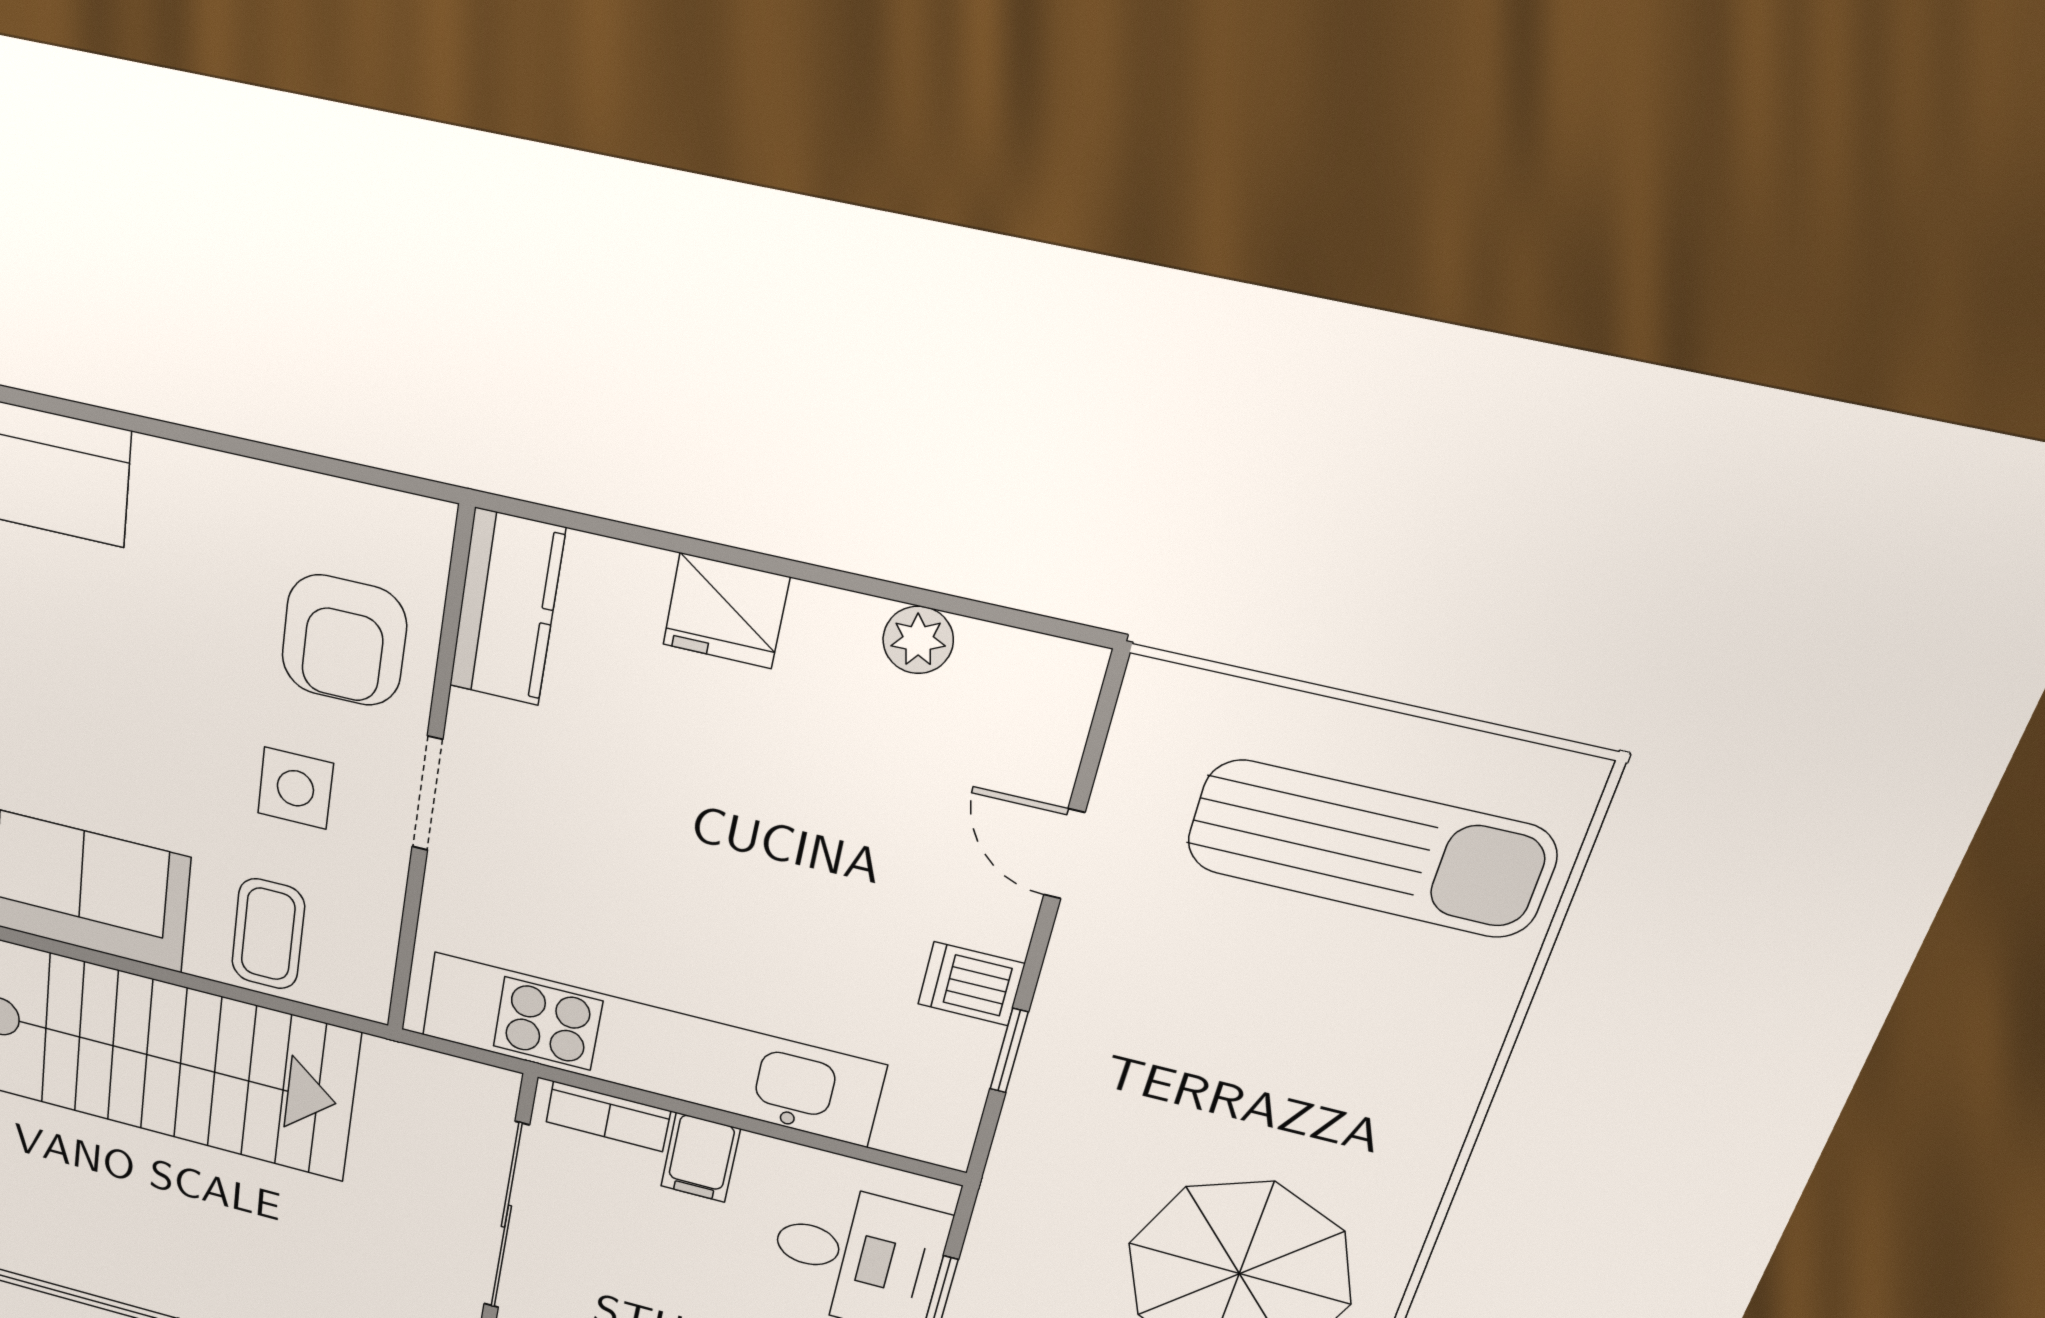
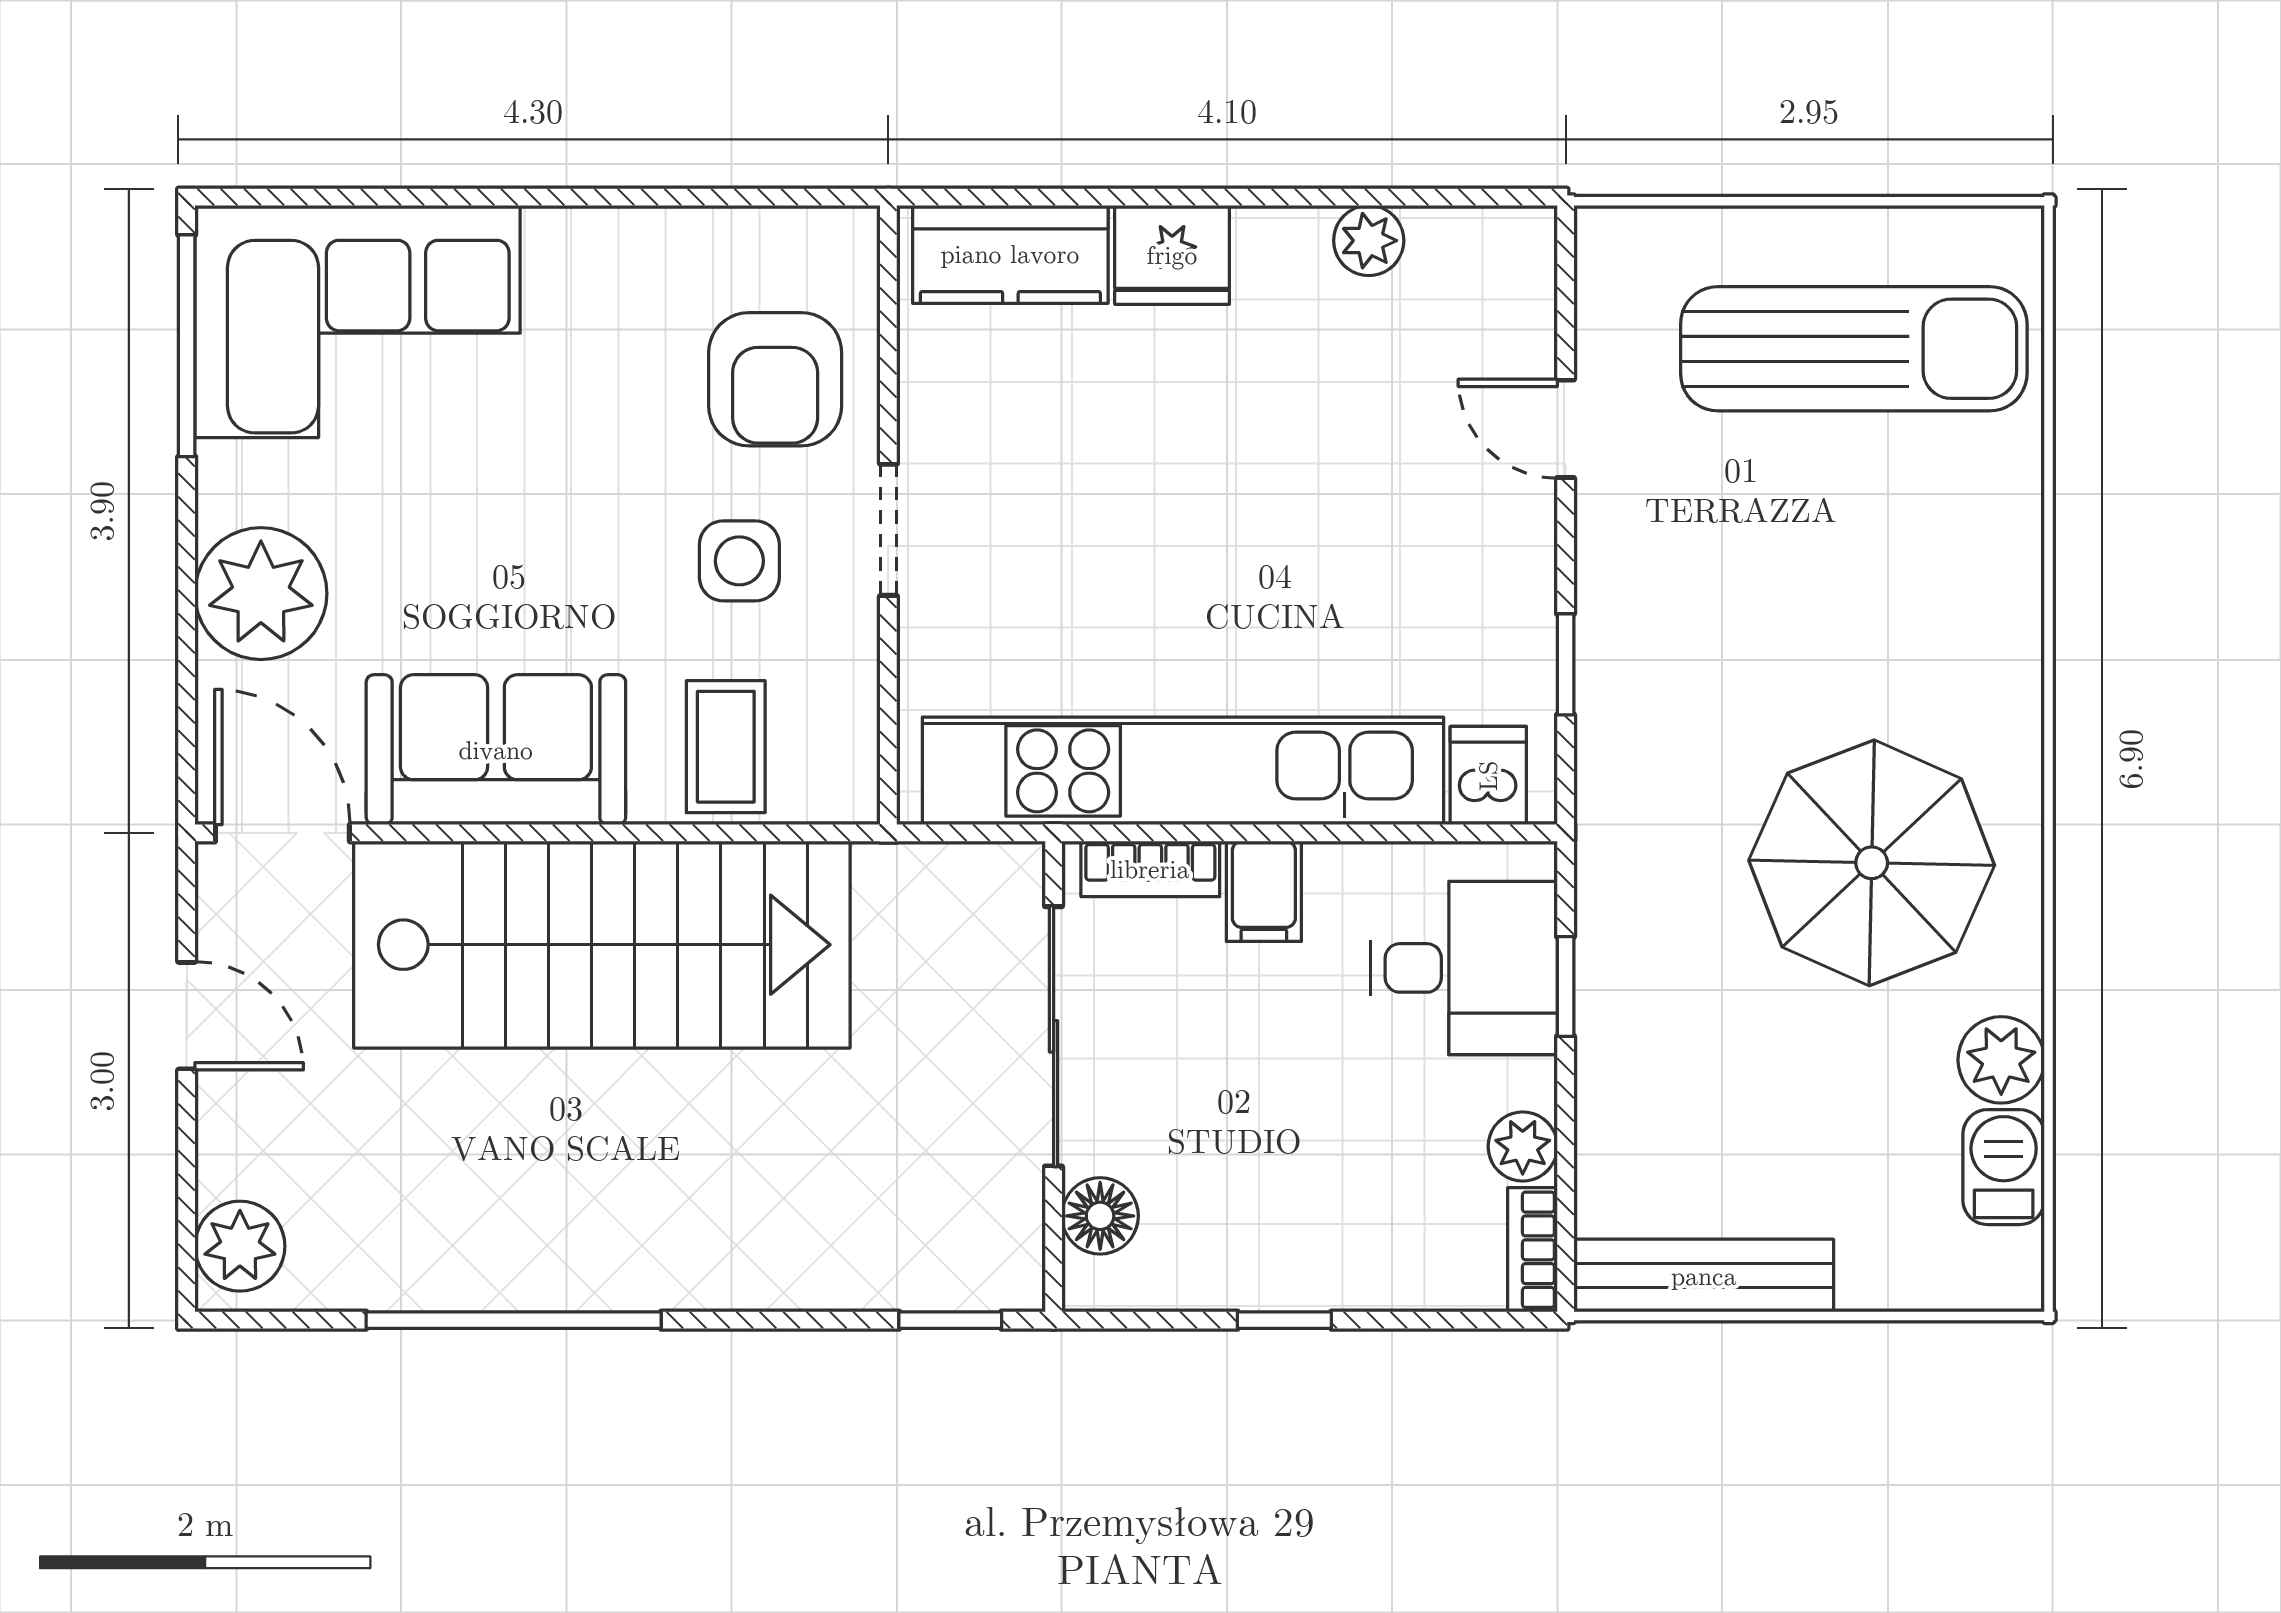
kitchen counter: (507, 608) -> (1010, 254), moved, turned 90
dishwasher: (971, 984) -> (1488, 776), moved, turned 90

